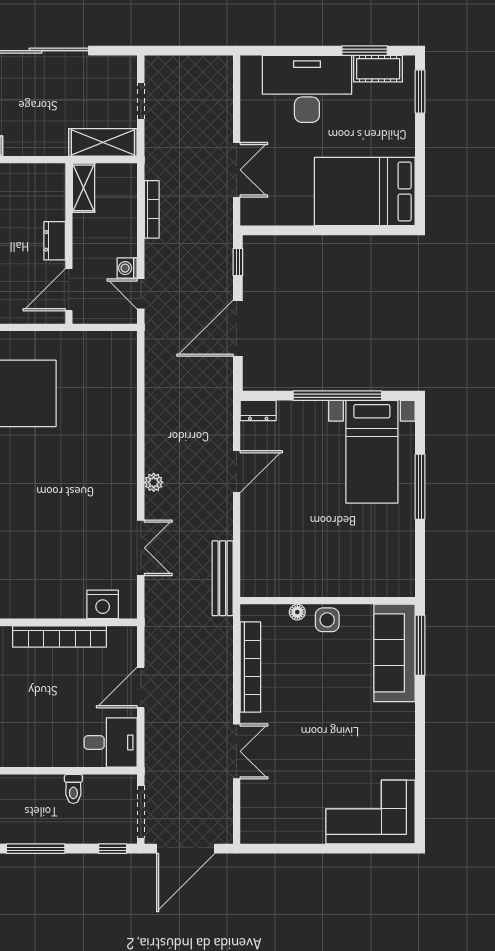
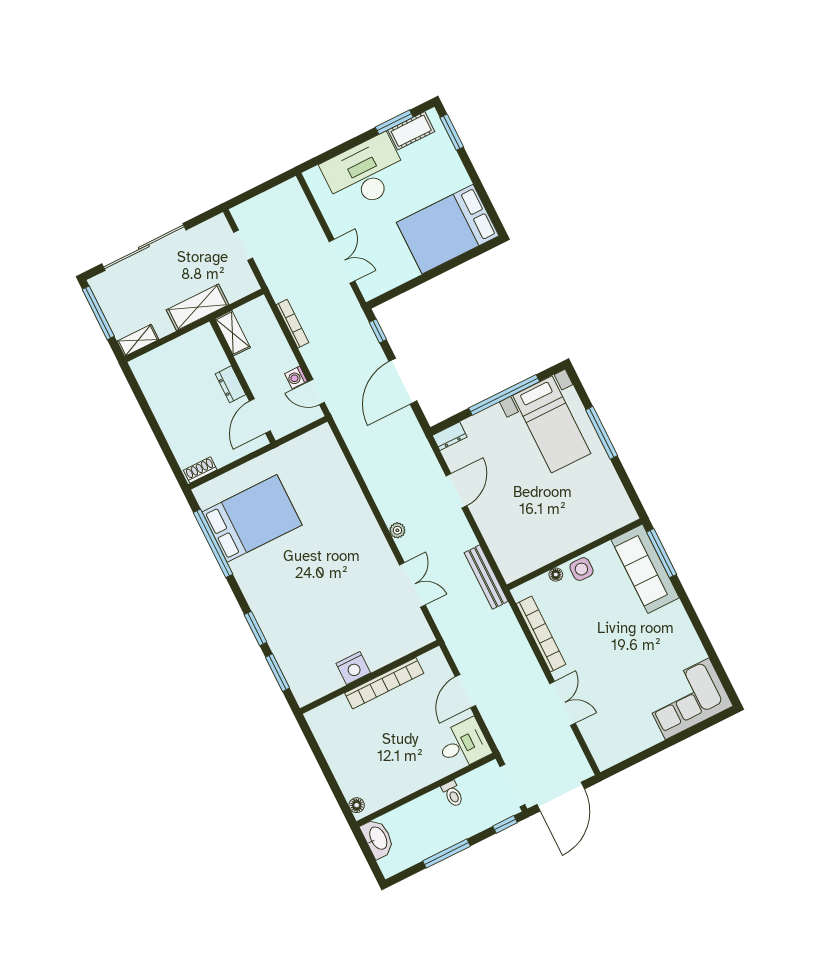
shelving: (103, 142) -> (198, 307), moved
nightstand: (103, 604) -> (353, 668), moved

